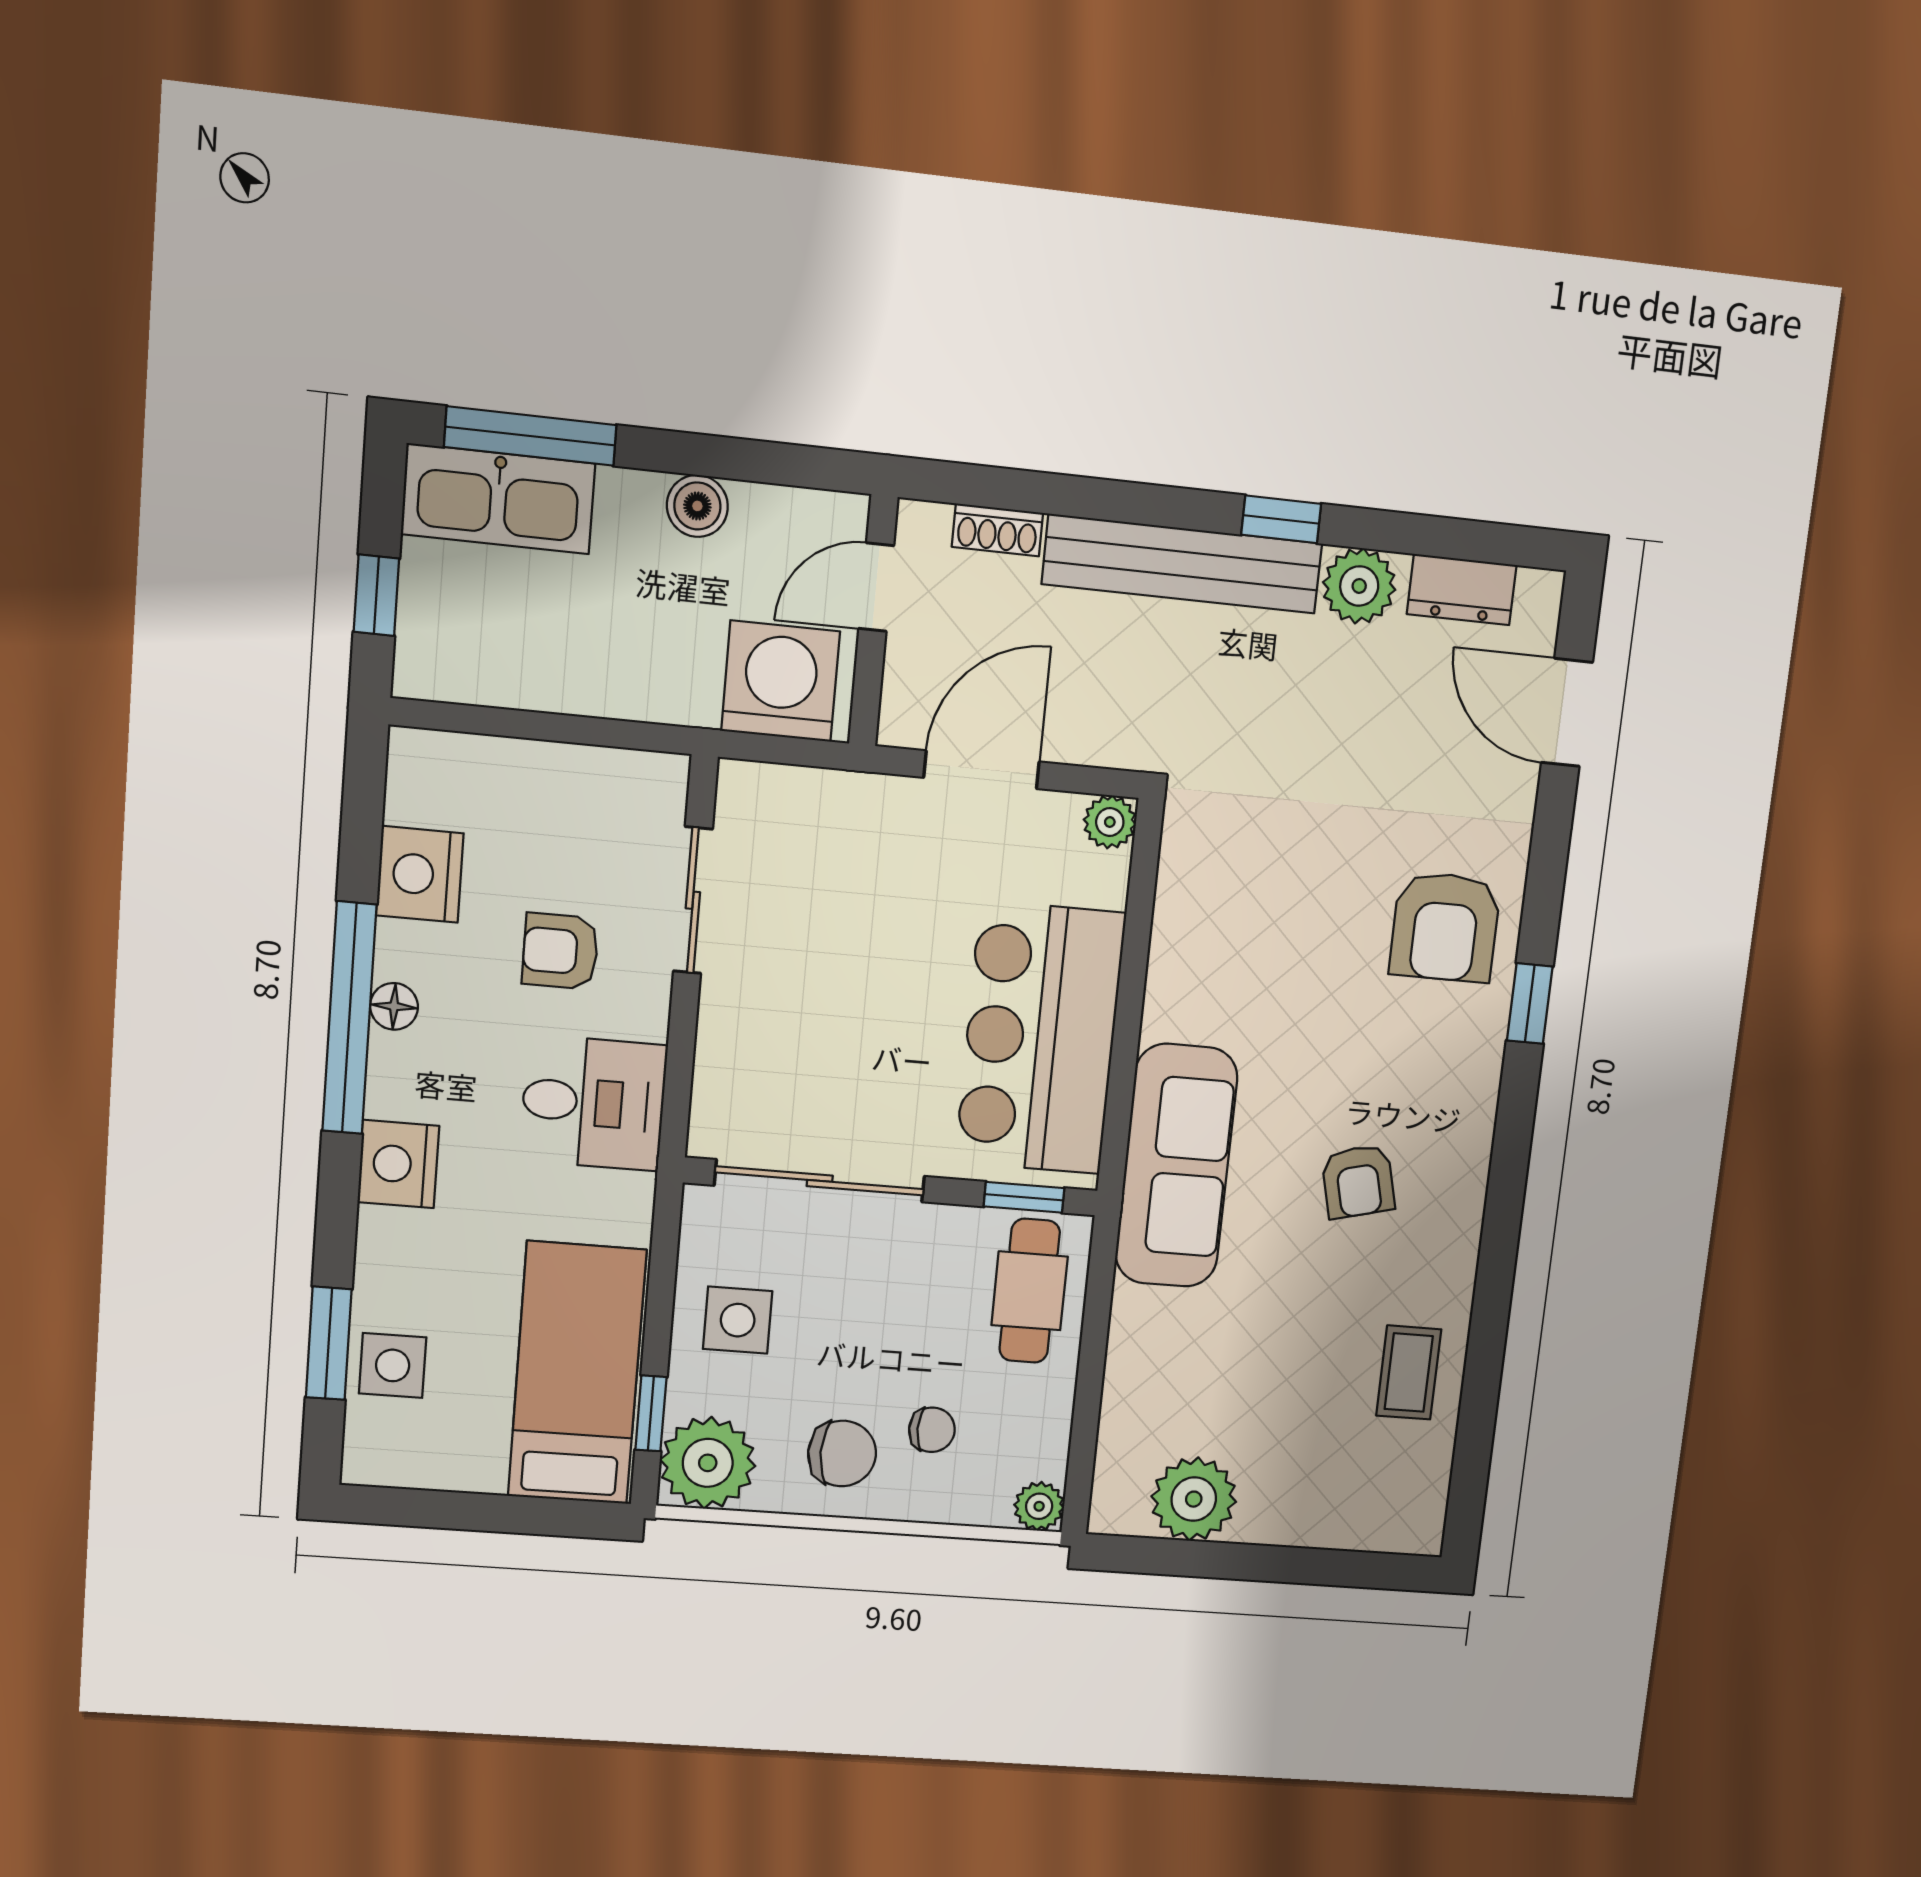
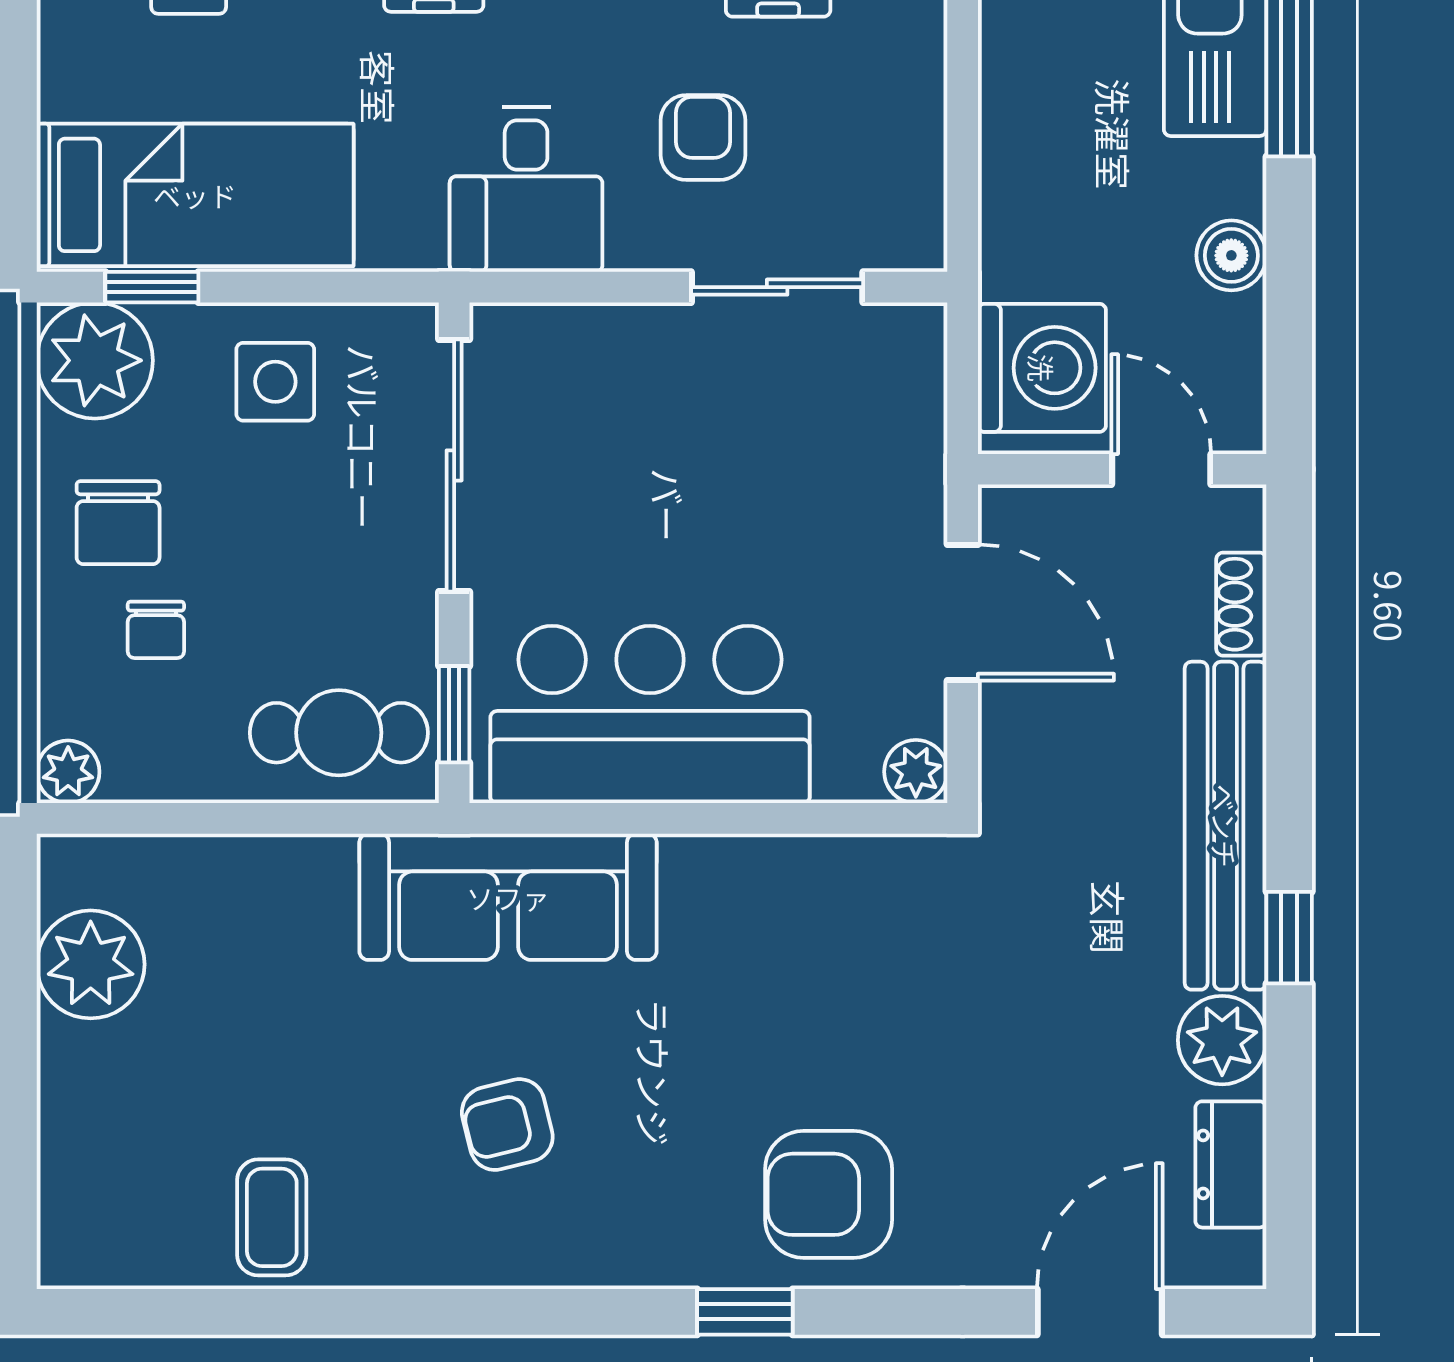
coffee table: (1409, 1372) -> (272, 1217), turned 90

